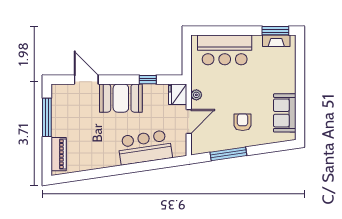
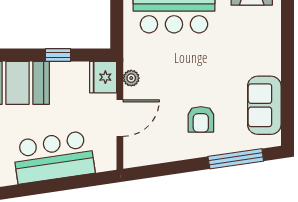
armchair: (243, 122) -> (201, 119), turned 180
window: (228, 154) -> (236, 159), moved

